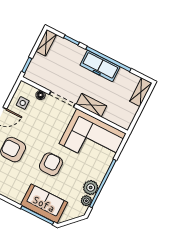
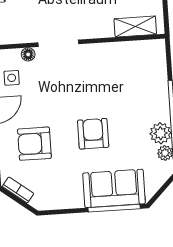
shelving: (91, 105) -> (135, 27), moved
corner sofa: (93, 139) -> (126, 70), removed

